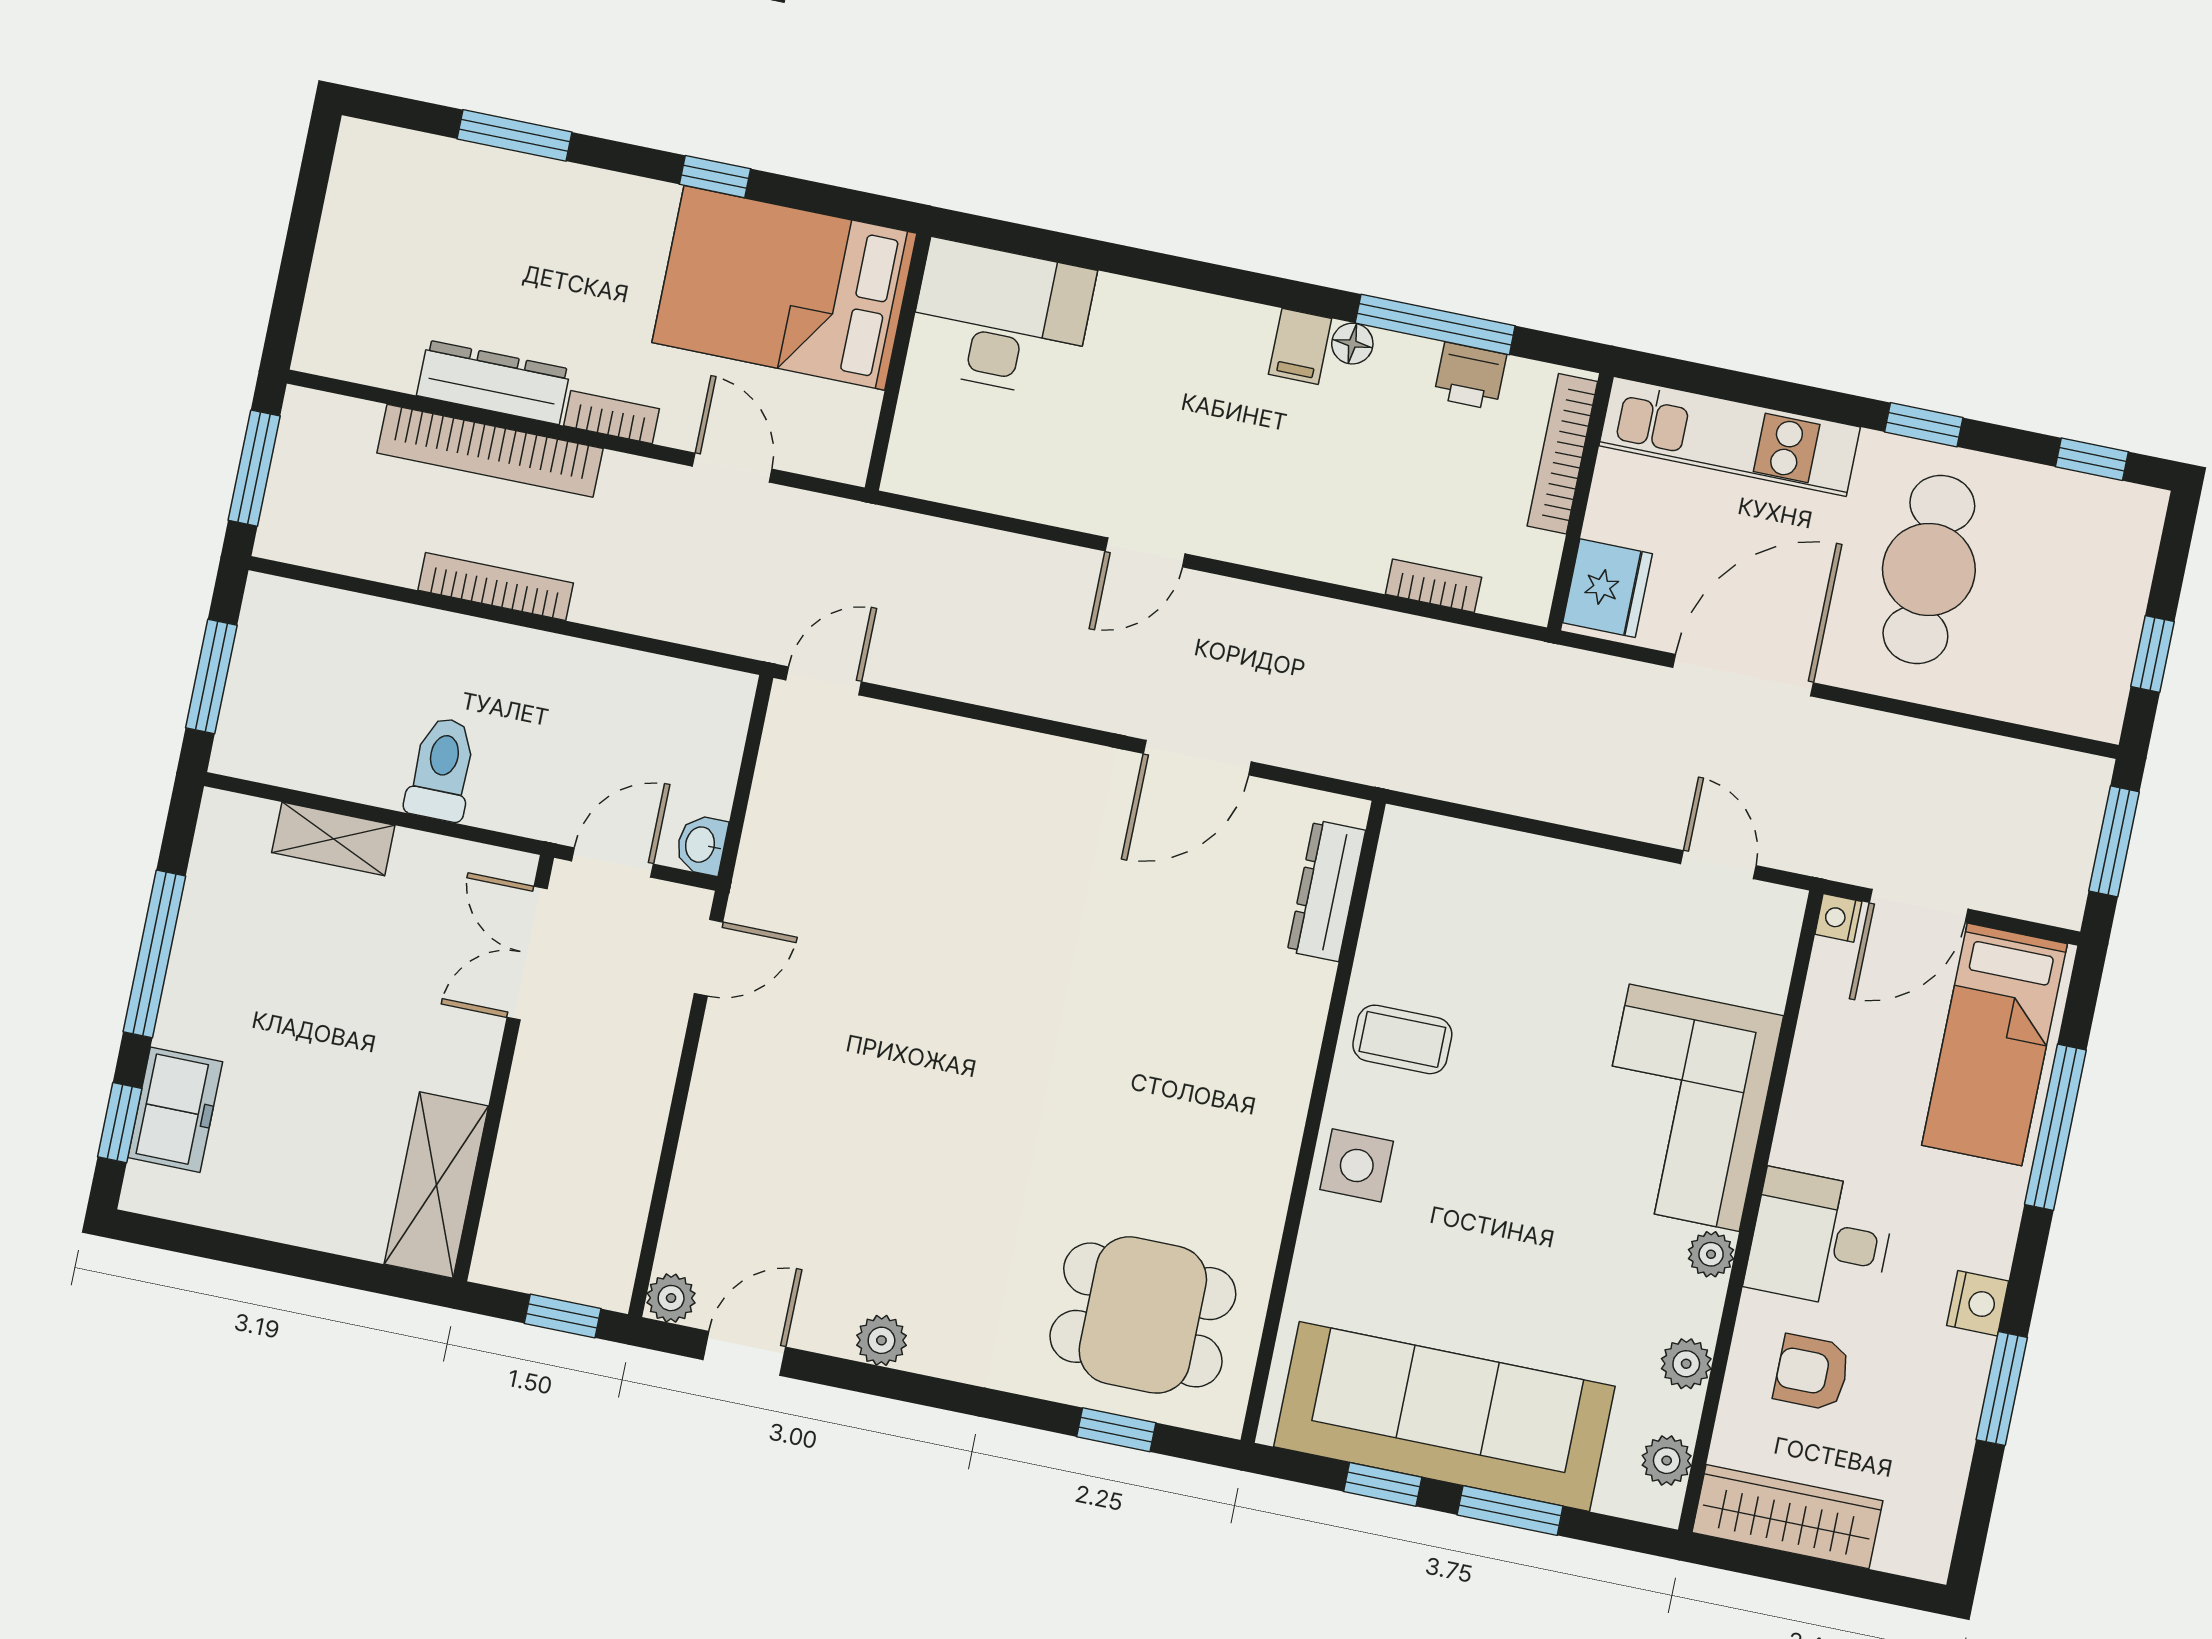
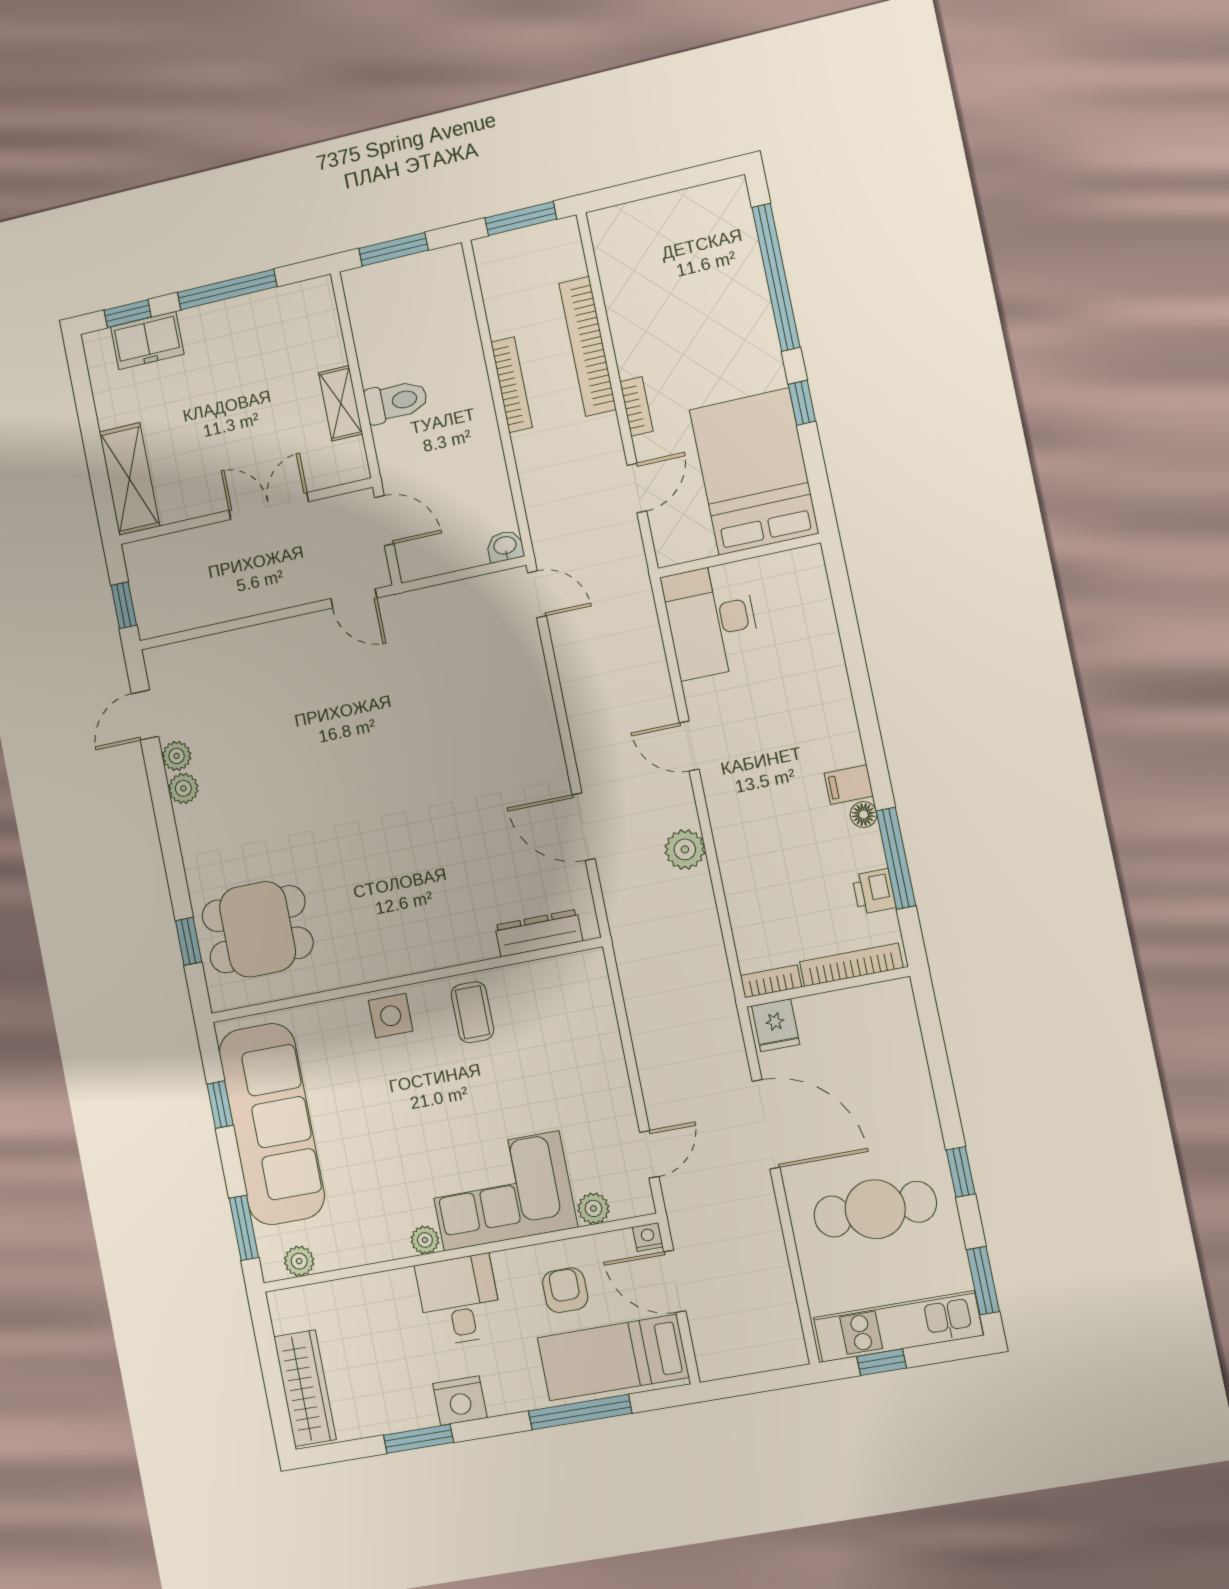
window: (514, 135) -> (776, 277), width x2.11
desk: (1001, 319) -> (711, 621), moved, turned 180
dresser: (493, 382) -> (628, 330), removed
kitchen unit: (1730, 436) -> (898, 1326), moved, turned 90
window: (2092, 459) -> (983, 1281), width x1.50
bookcase: (1433, 586) -> (771, 981), moved, turned -90
fridge: (1608, 588) -> (776, 1025), width x0.72
plant: (1294, 623) -> (685, 849), added
shelving: (333, 839) -> (341, 403), moved
window: (2114, 841) -> (761, 1382), removed
washbasin: (701, 845) -> (505, 546), moved
double door: (527, 953) -> (269, 506), moved
shelving: (436, 1185) -> (129, 479), moved, turned 90
plant: (671, 1298) -> (177, 756), moved
nightstand: (1978, 1303) -> (460, 1401), width x1.36, depth x1.33
dining table: (1143, 1315) -> (258, 929), turned 90
door: (744, 1353) -> (145, 715), swing flipped
plant: (1686, 1364) -> (593, 1208), moved
armchair: (1812, 1372) -> (565, 1290), moved
window: (1510, 1511) -> (244, 1228), moved
wardrobe: (1787, 1517) -> (305, 1388), moved

